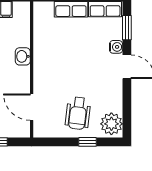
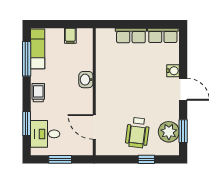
window: (127, 28) -> (183, 131), moved
plant: (111, 124) -> (169, 132), moved

